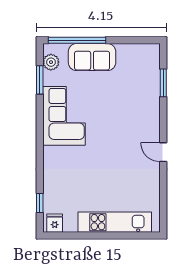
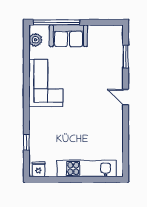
window: (40, 80) -> (26, 54), removed
door: (163, 152) -> (126, 97), moved
window: (40, 203) -> (26, 142), moved

